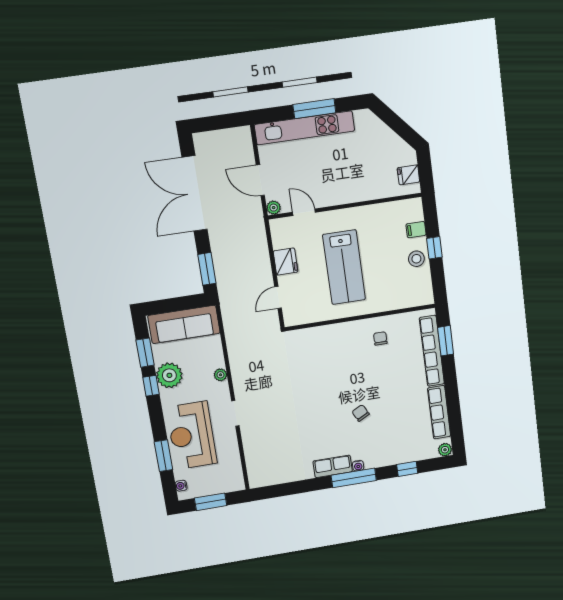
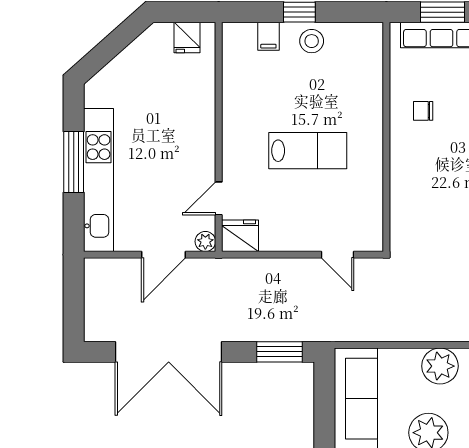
fridge: (286, 262) -> (240, 236), moved
lab bench: (344, 267) -> (308, 151), width x0.73, depth x0.72
plant: (220, 375) -> (440, 366), width x1.88, depth x1.88

